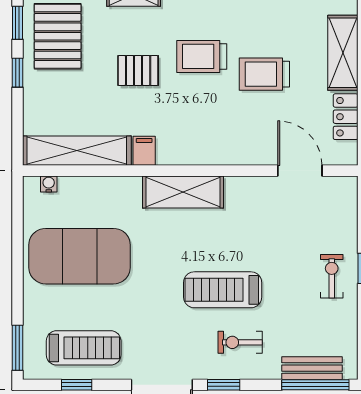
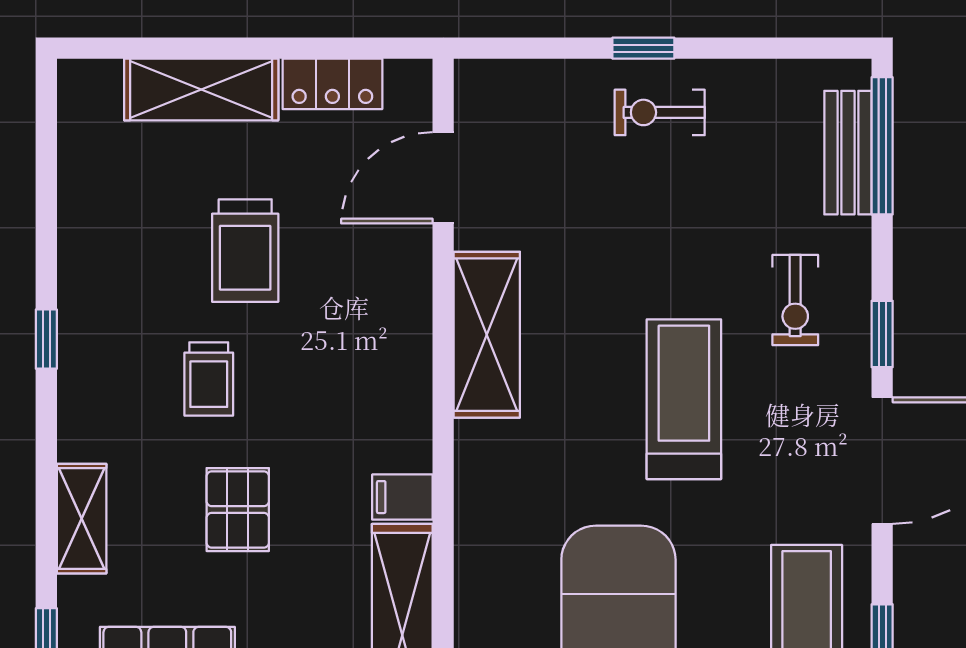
trolley: (202, 56) -> (209, 379), width x0.73, depth x0.72
shelving: (183, 192) -> (487, 335), moved
treadmill: (223, 290) -> (684, 399), moved, turned 180

